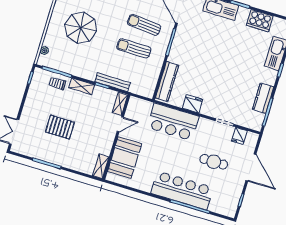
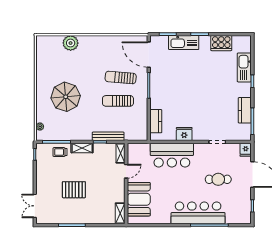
kitchen counter: (167, 82) -> (156, 121), width x0.67
fridge: (239, 136) -> (246, 150), moved

